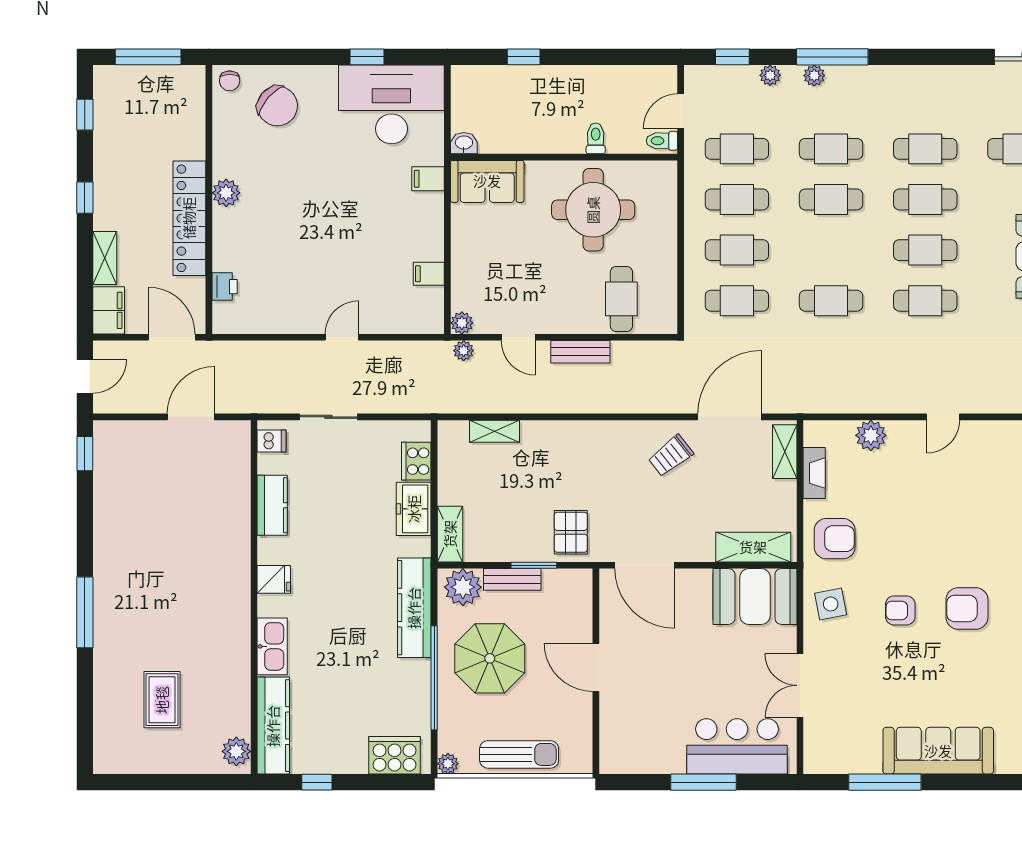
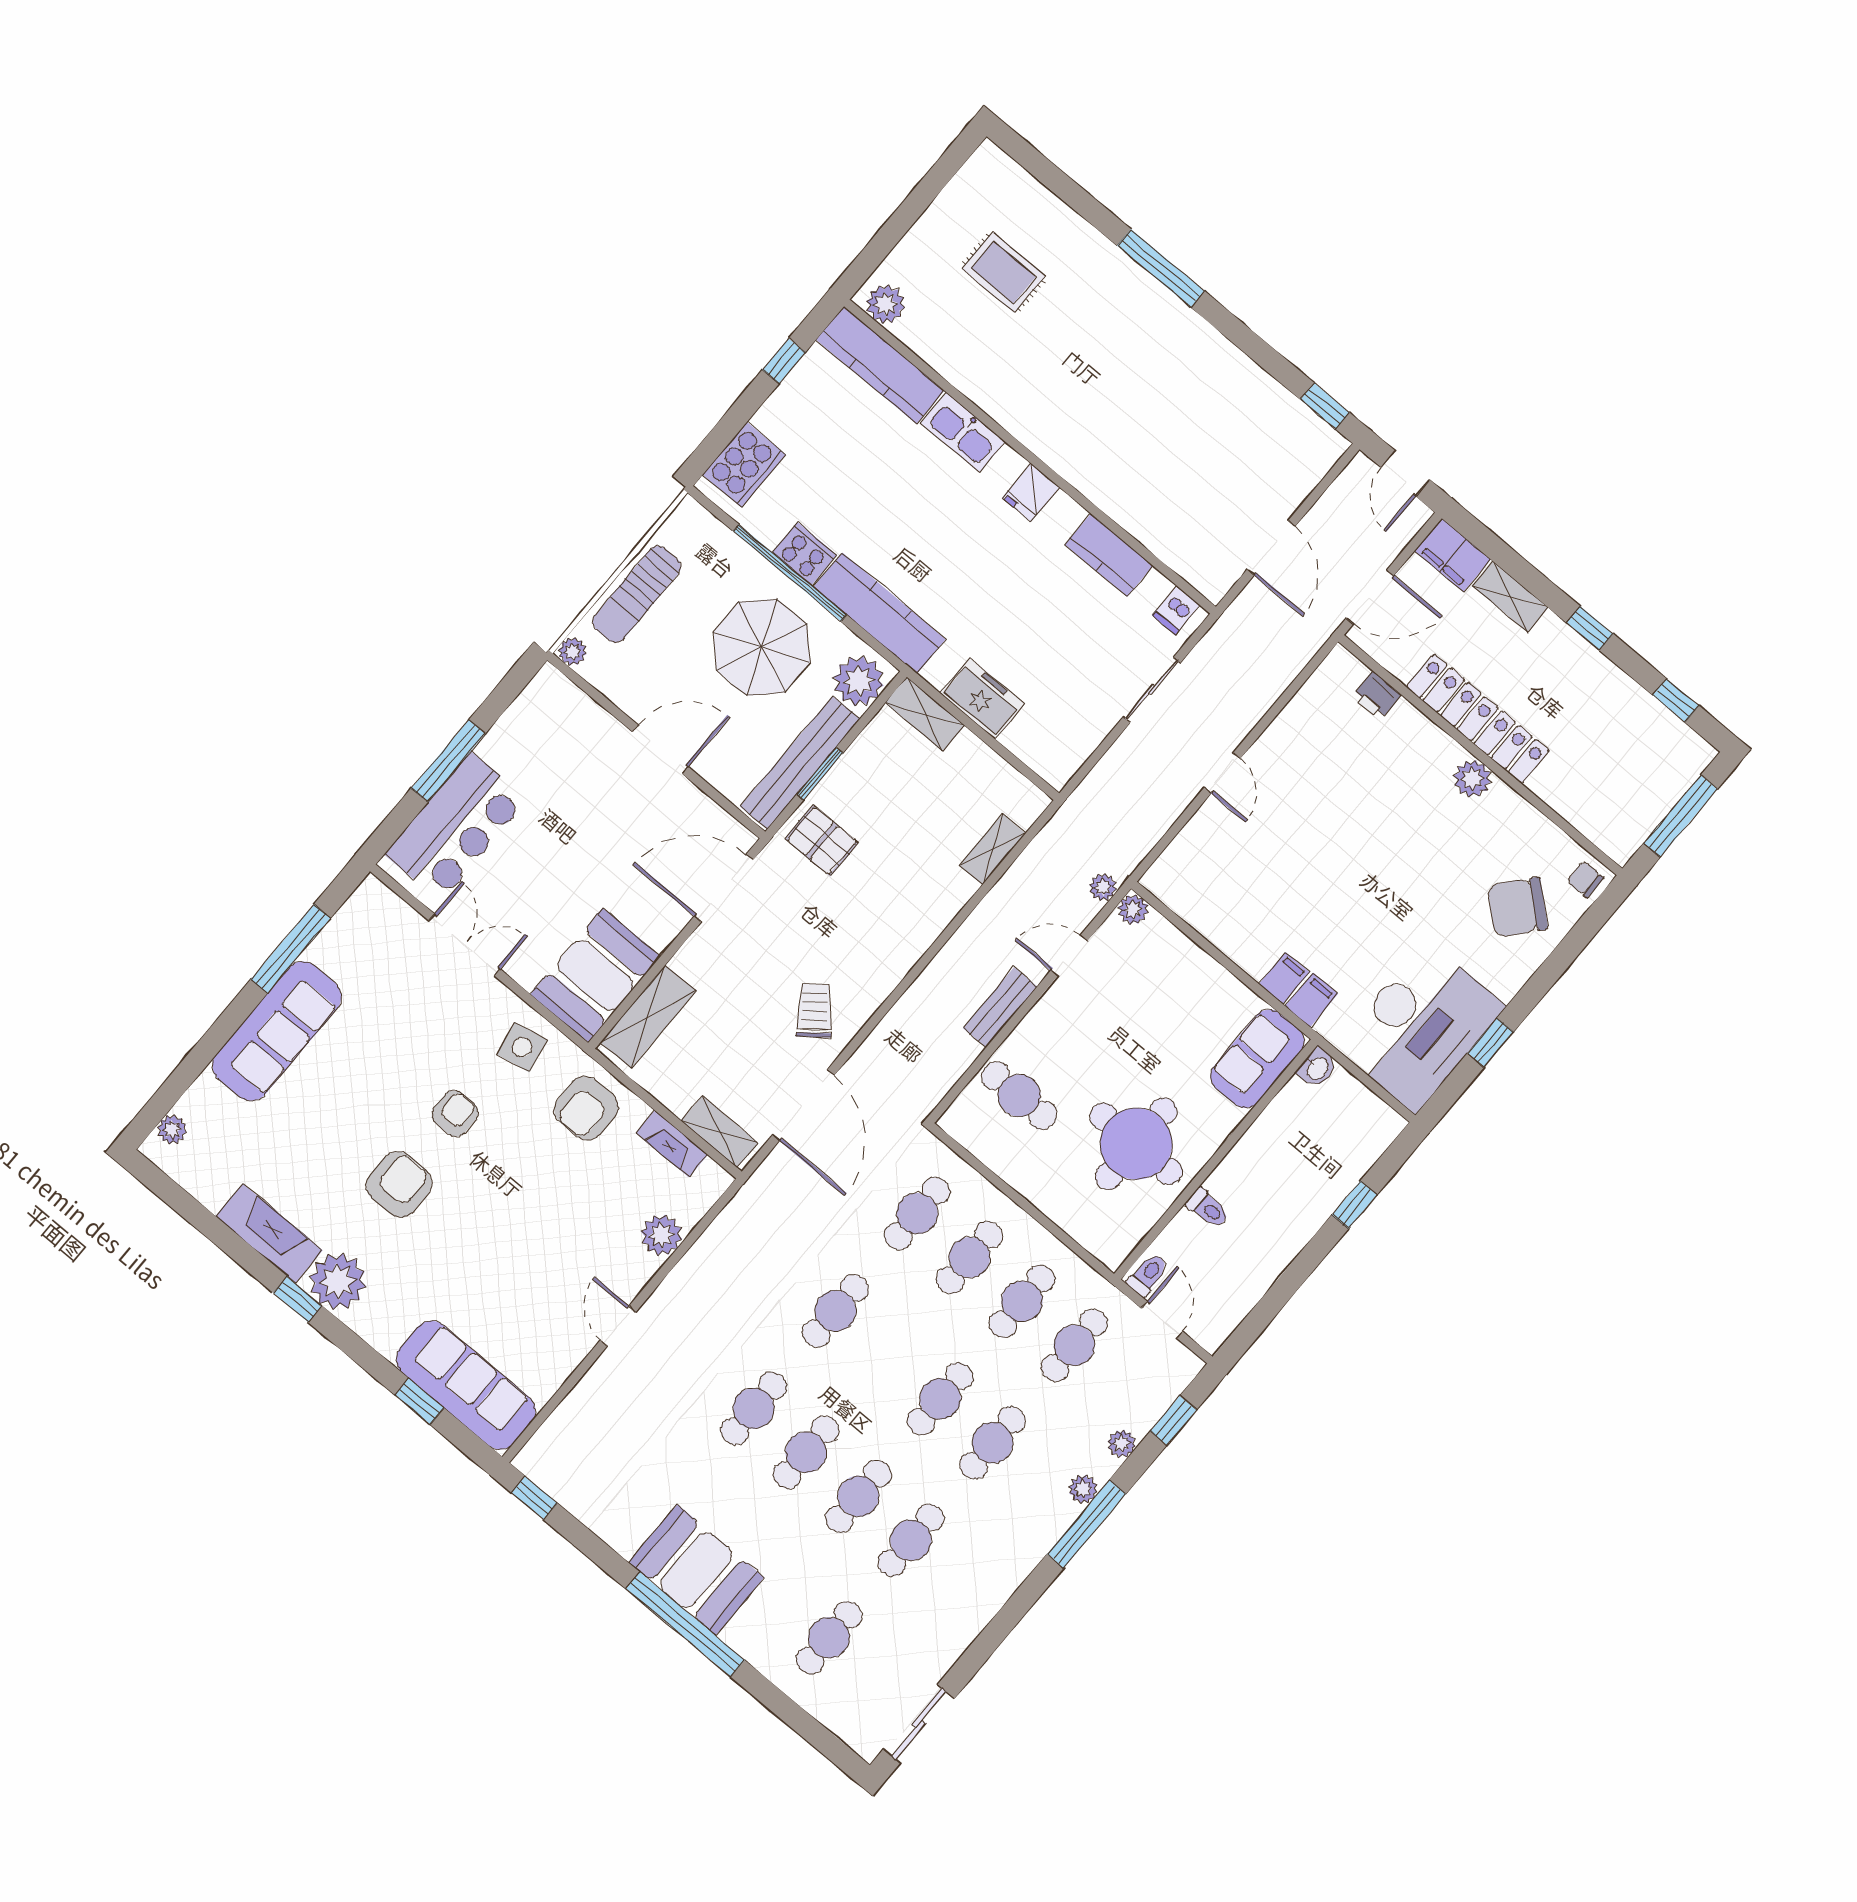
filing cabinet: (429, 274) -> (1284, 978), moved
cooker: (416, 461) -> (804, 554), moved
bench: (512, 579) -> (800, 763), width x1.86, depth x1.21
plant: (448, 764) -> (573, 652), moved

